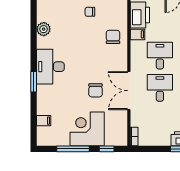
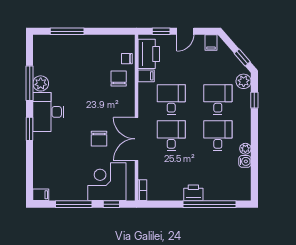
chair: (90, 12) -> (127, 59), moved
plant: (44, 29) -> (41, 83), moved
window: (34, 41) -> (30, 83), added
filing cabinet: (44, 121) -> (41, 195), moved
corner desk: (87, 129) -> (107, 182), moved

